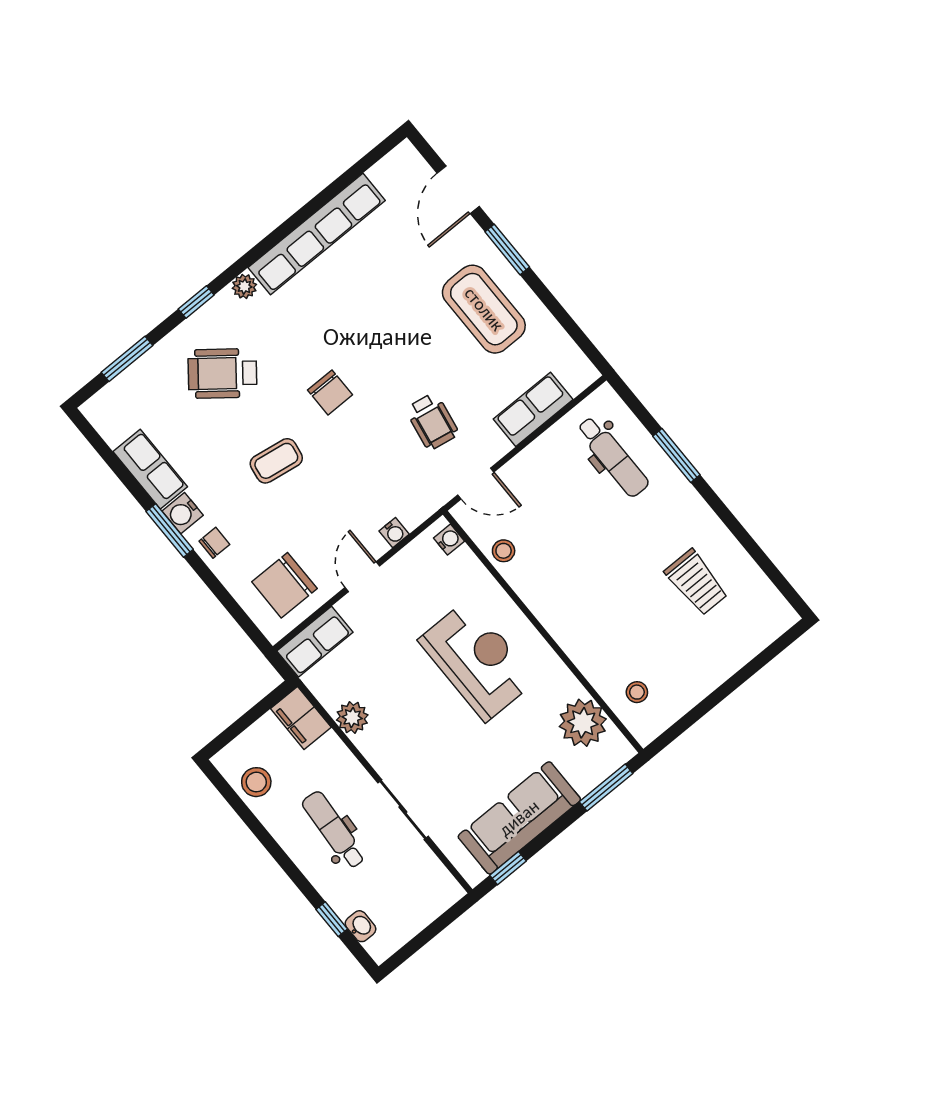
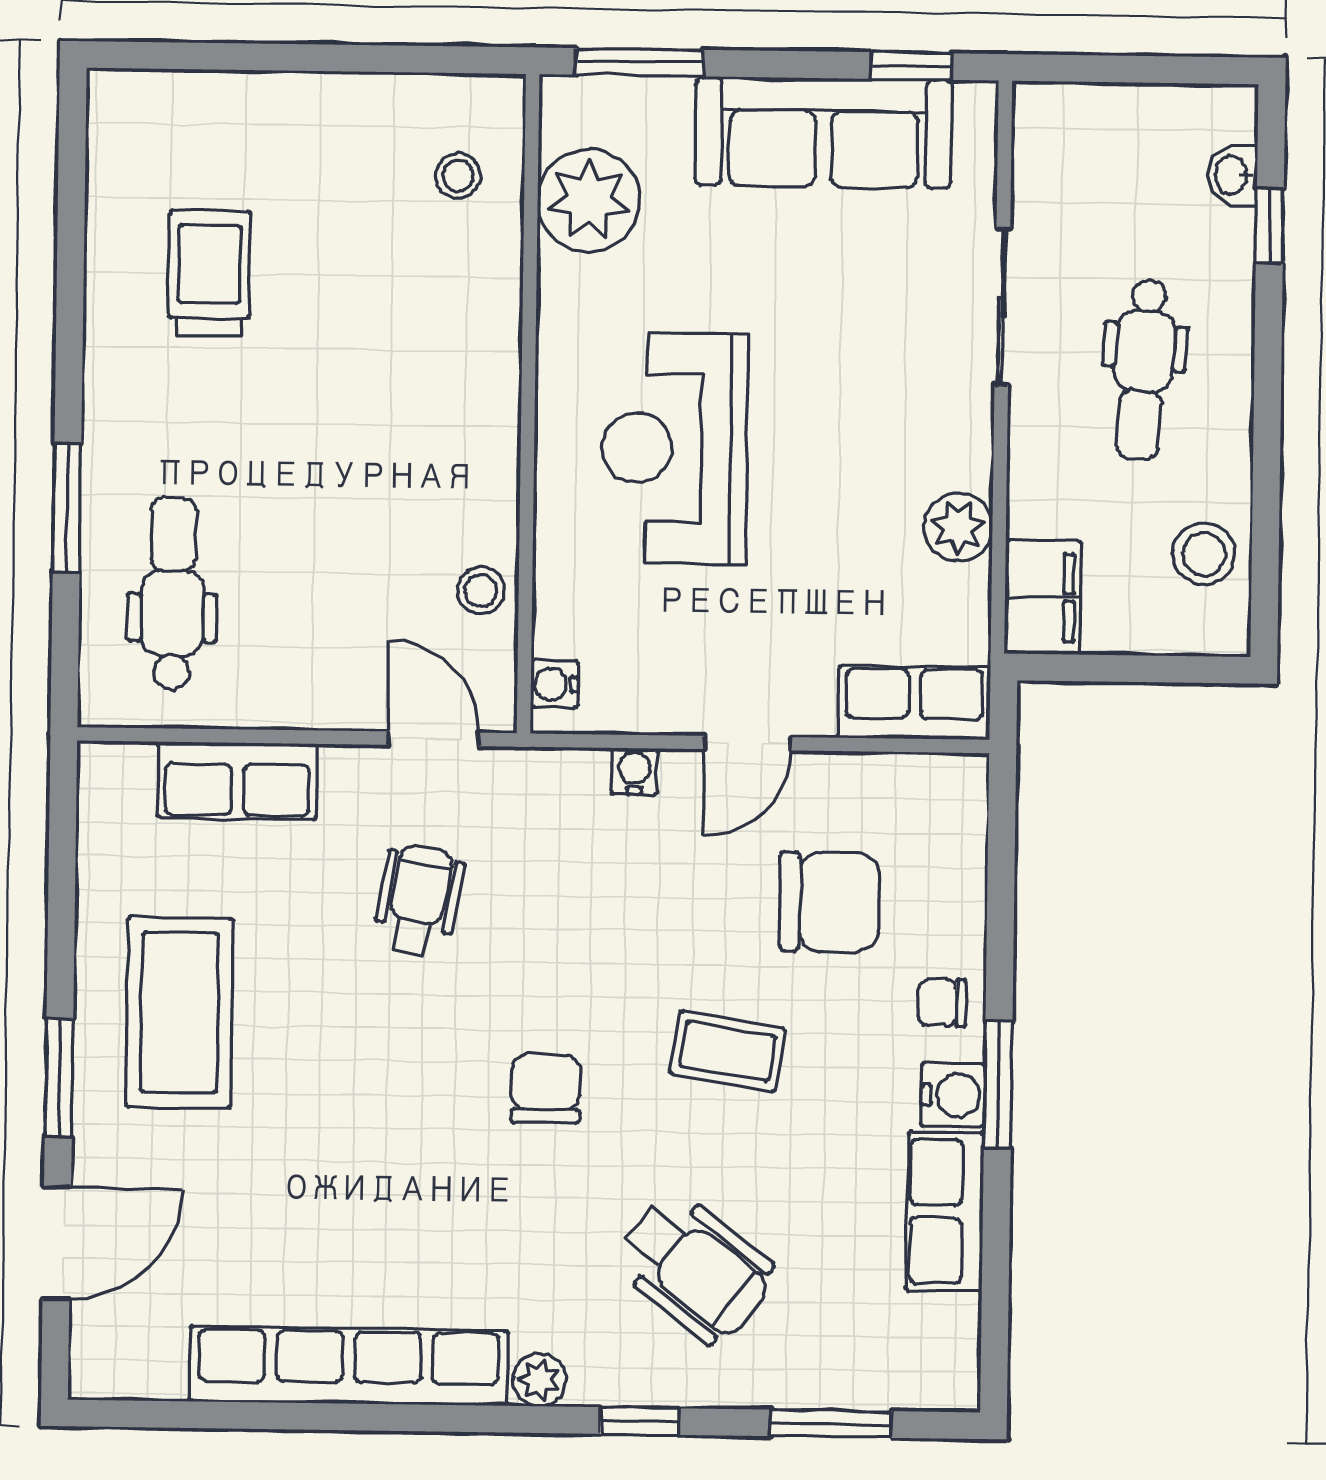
chair: (284, 585) -> (830, 902), moved

